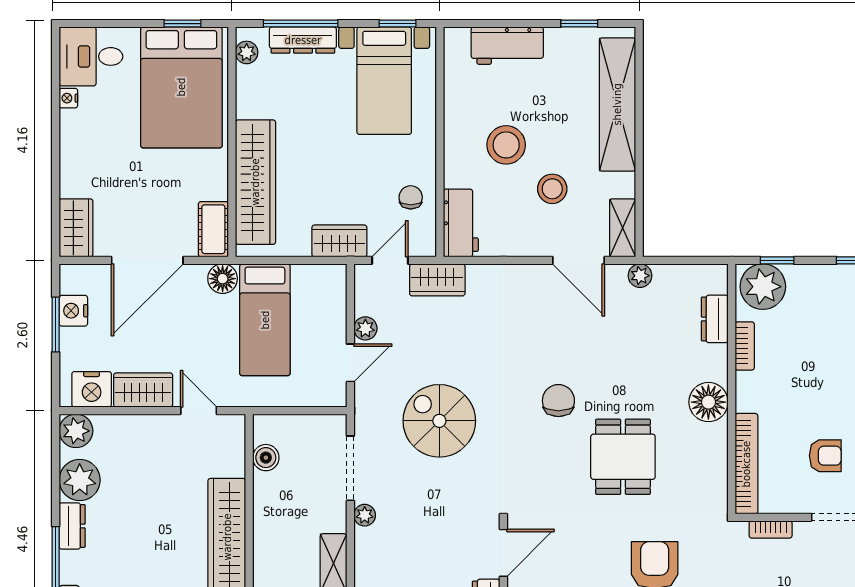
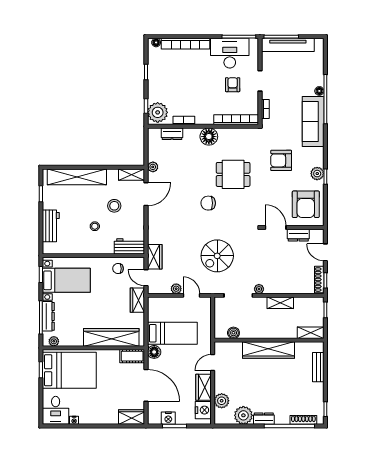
stool: (506, 145) -> (95, 226), width x0.53, depth x0.53
plant: (76, 431) -> (222, 401), moved

